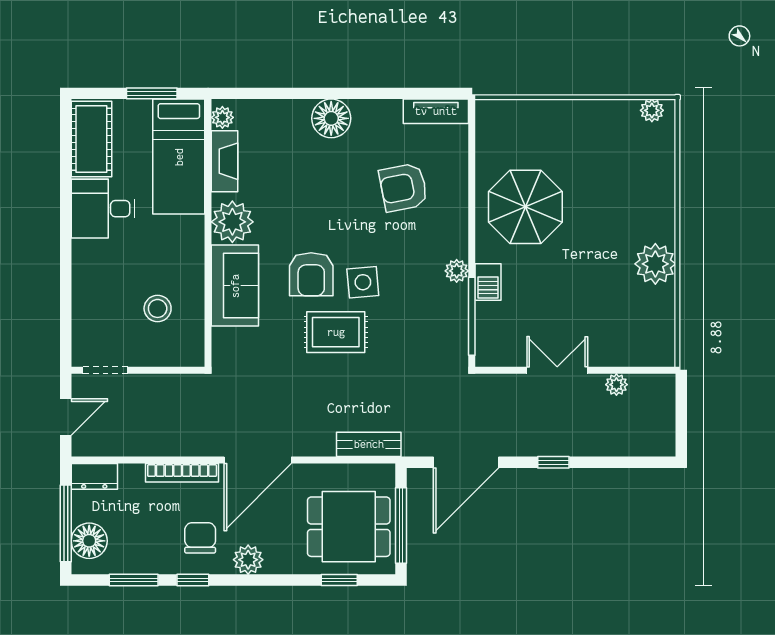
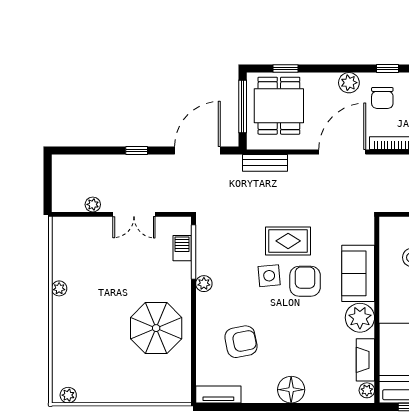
plant: (655, 264) -> (59, 288), width x0.53, depth x0.53
barbecue: (488, 282) -> (182, 248), moved
dining table: (349, 527) -> (279, 106), turned 90

